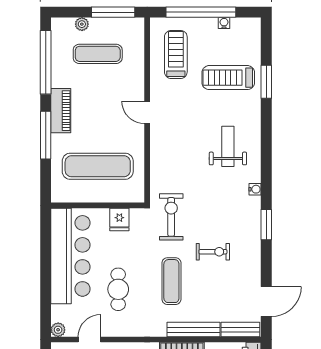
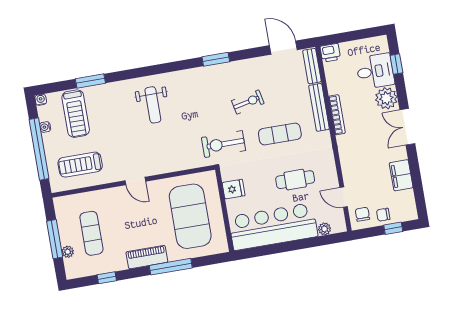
window: (113, 12) -> (55, 239), moved
window: (46, 62) -> (107, 278), width x0.32
treadmill: (228, 78) -> (76, 114), moved
door: (147, 112) -> (135, 181), hinge flipped
weight bench: (228, 146) -> (153, 105), turned -90
exercise mat: (98, 166) -> (190, 216), width x1.47
water cooler: (255, 189) -> (41, 100), moved
exercise bike: (213, 252) -> (248, 102), turned 78
plant: (58, 330) -> (324, 229), moved

